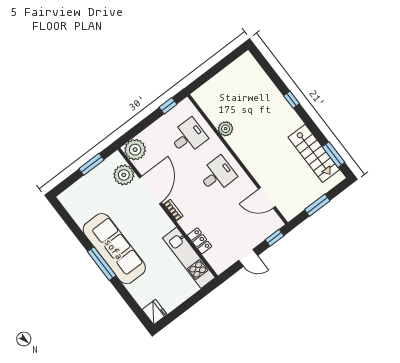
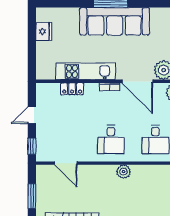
plant: (226, 129) -> (123, 172), moved
door: (267, 198) -> (66, 163), swing flipped
kitchen unit: (189, 258) -> (86, 71), moved
fridge: (155, 312) -> (44, 31), moved, turned -90

